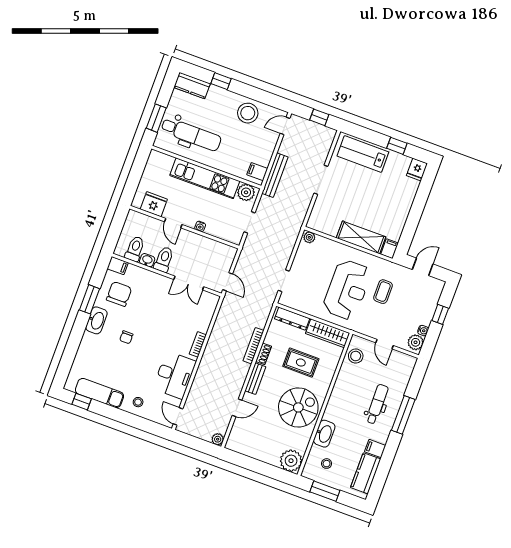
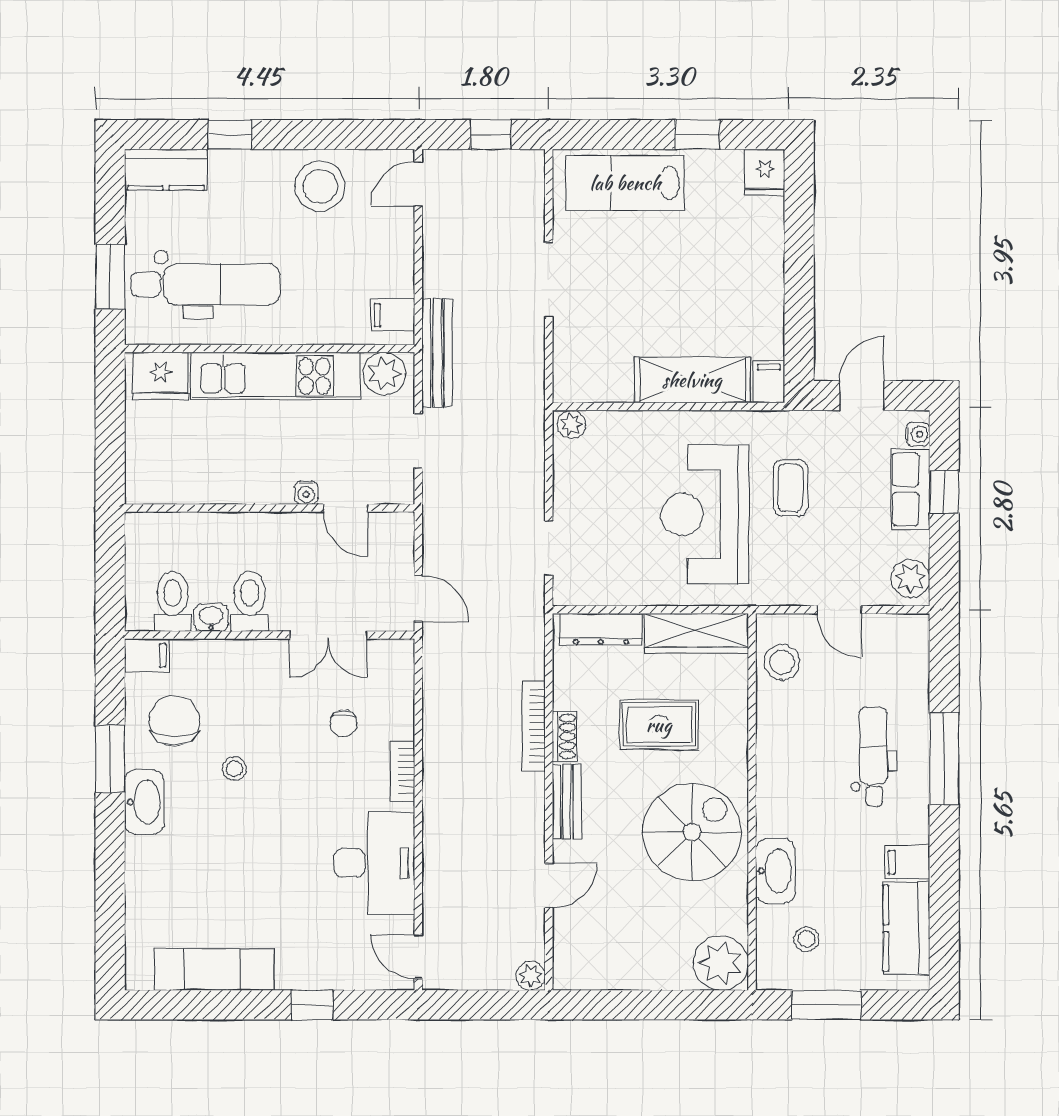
bench: (275, 175) -> (437, 353), moved
fridge: (154, 204) -> (161, 376), moved, turned 180
door: (173, 223) -> (346, 508), moved
reception desk: (347, 290) -> (705, 514), turned 180
row of seats: (428, 309) -> (910, 489), added
water cooler: (423, 331) -> (918, 434), moved
chair: (126, 337) -> (343, 723), moved
window: (82, 402) -> (312, 1005), moved
stool: (138, 402) -> (234, 769), moved

